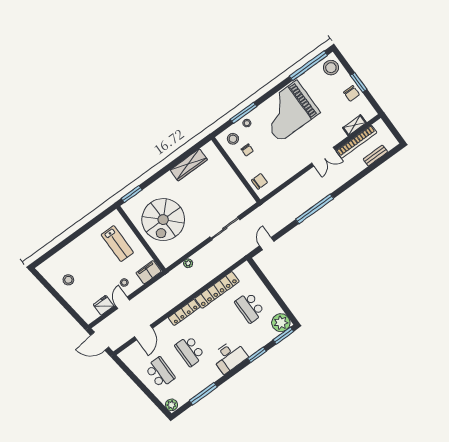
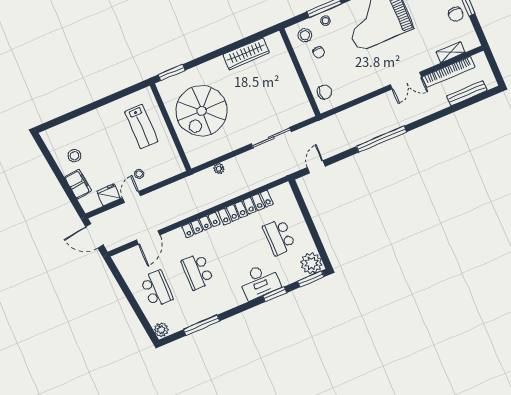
bench: (375, 156) -> (467, 93), width x1.36
filing cabinet: (149, 272) -> (78, 184), moved, turned 83
desk: (229, 356) -> (259, 281), moved

